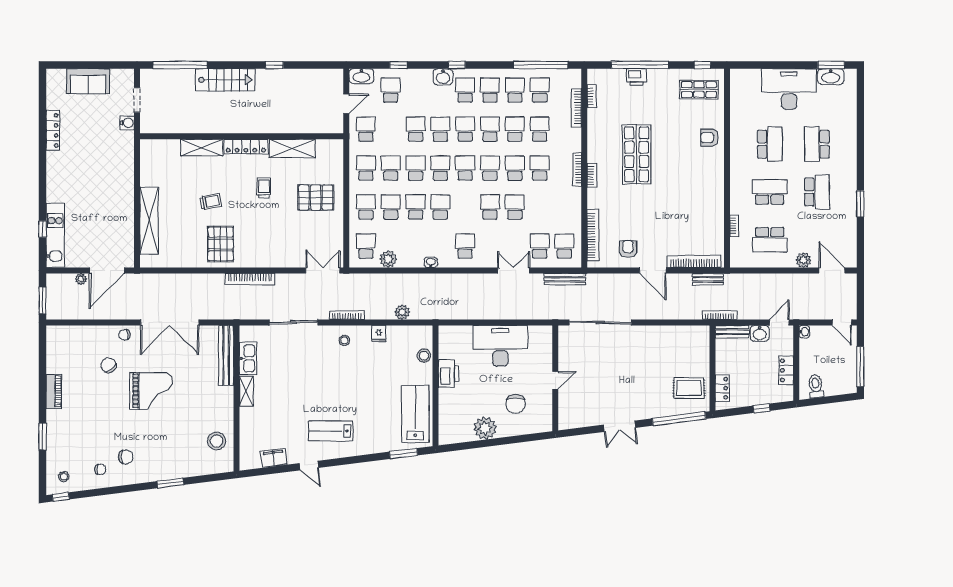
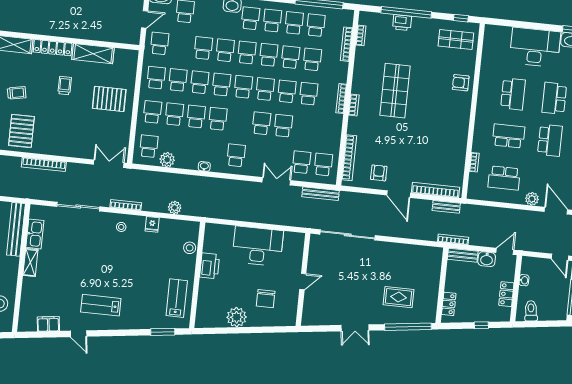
washbasin: (804, 332) -> (524, 280), moved
rug: (689, 388) -> (399, 297), moved
lab bench: (415, 414) -> (177, 298), width x0.73, depth x0.72

